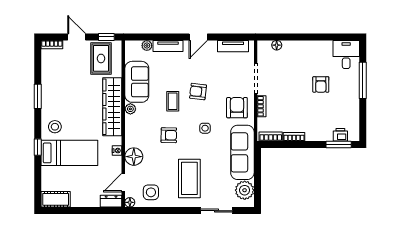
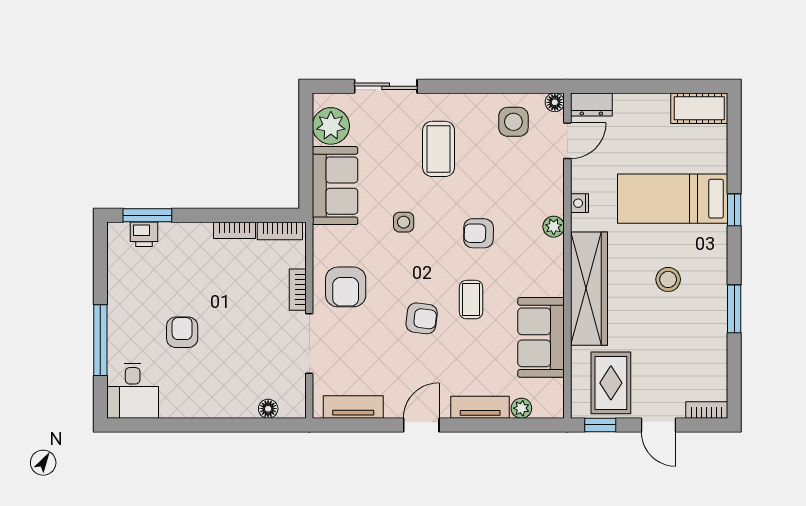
plant: (130, 109) -> (554, 227), moved
stool: (55, 127) -> (668, 279), moved
side table: (205, 128) -> (404, 222), moved
sofa: (242, 152) -> (335, 186), width x0.73
floor lamp: (134, 157) -> (547, 192), removed
coffee table: (189, 178) -> (439, 149), width x0.73, depth x0.76

